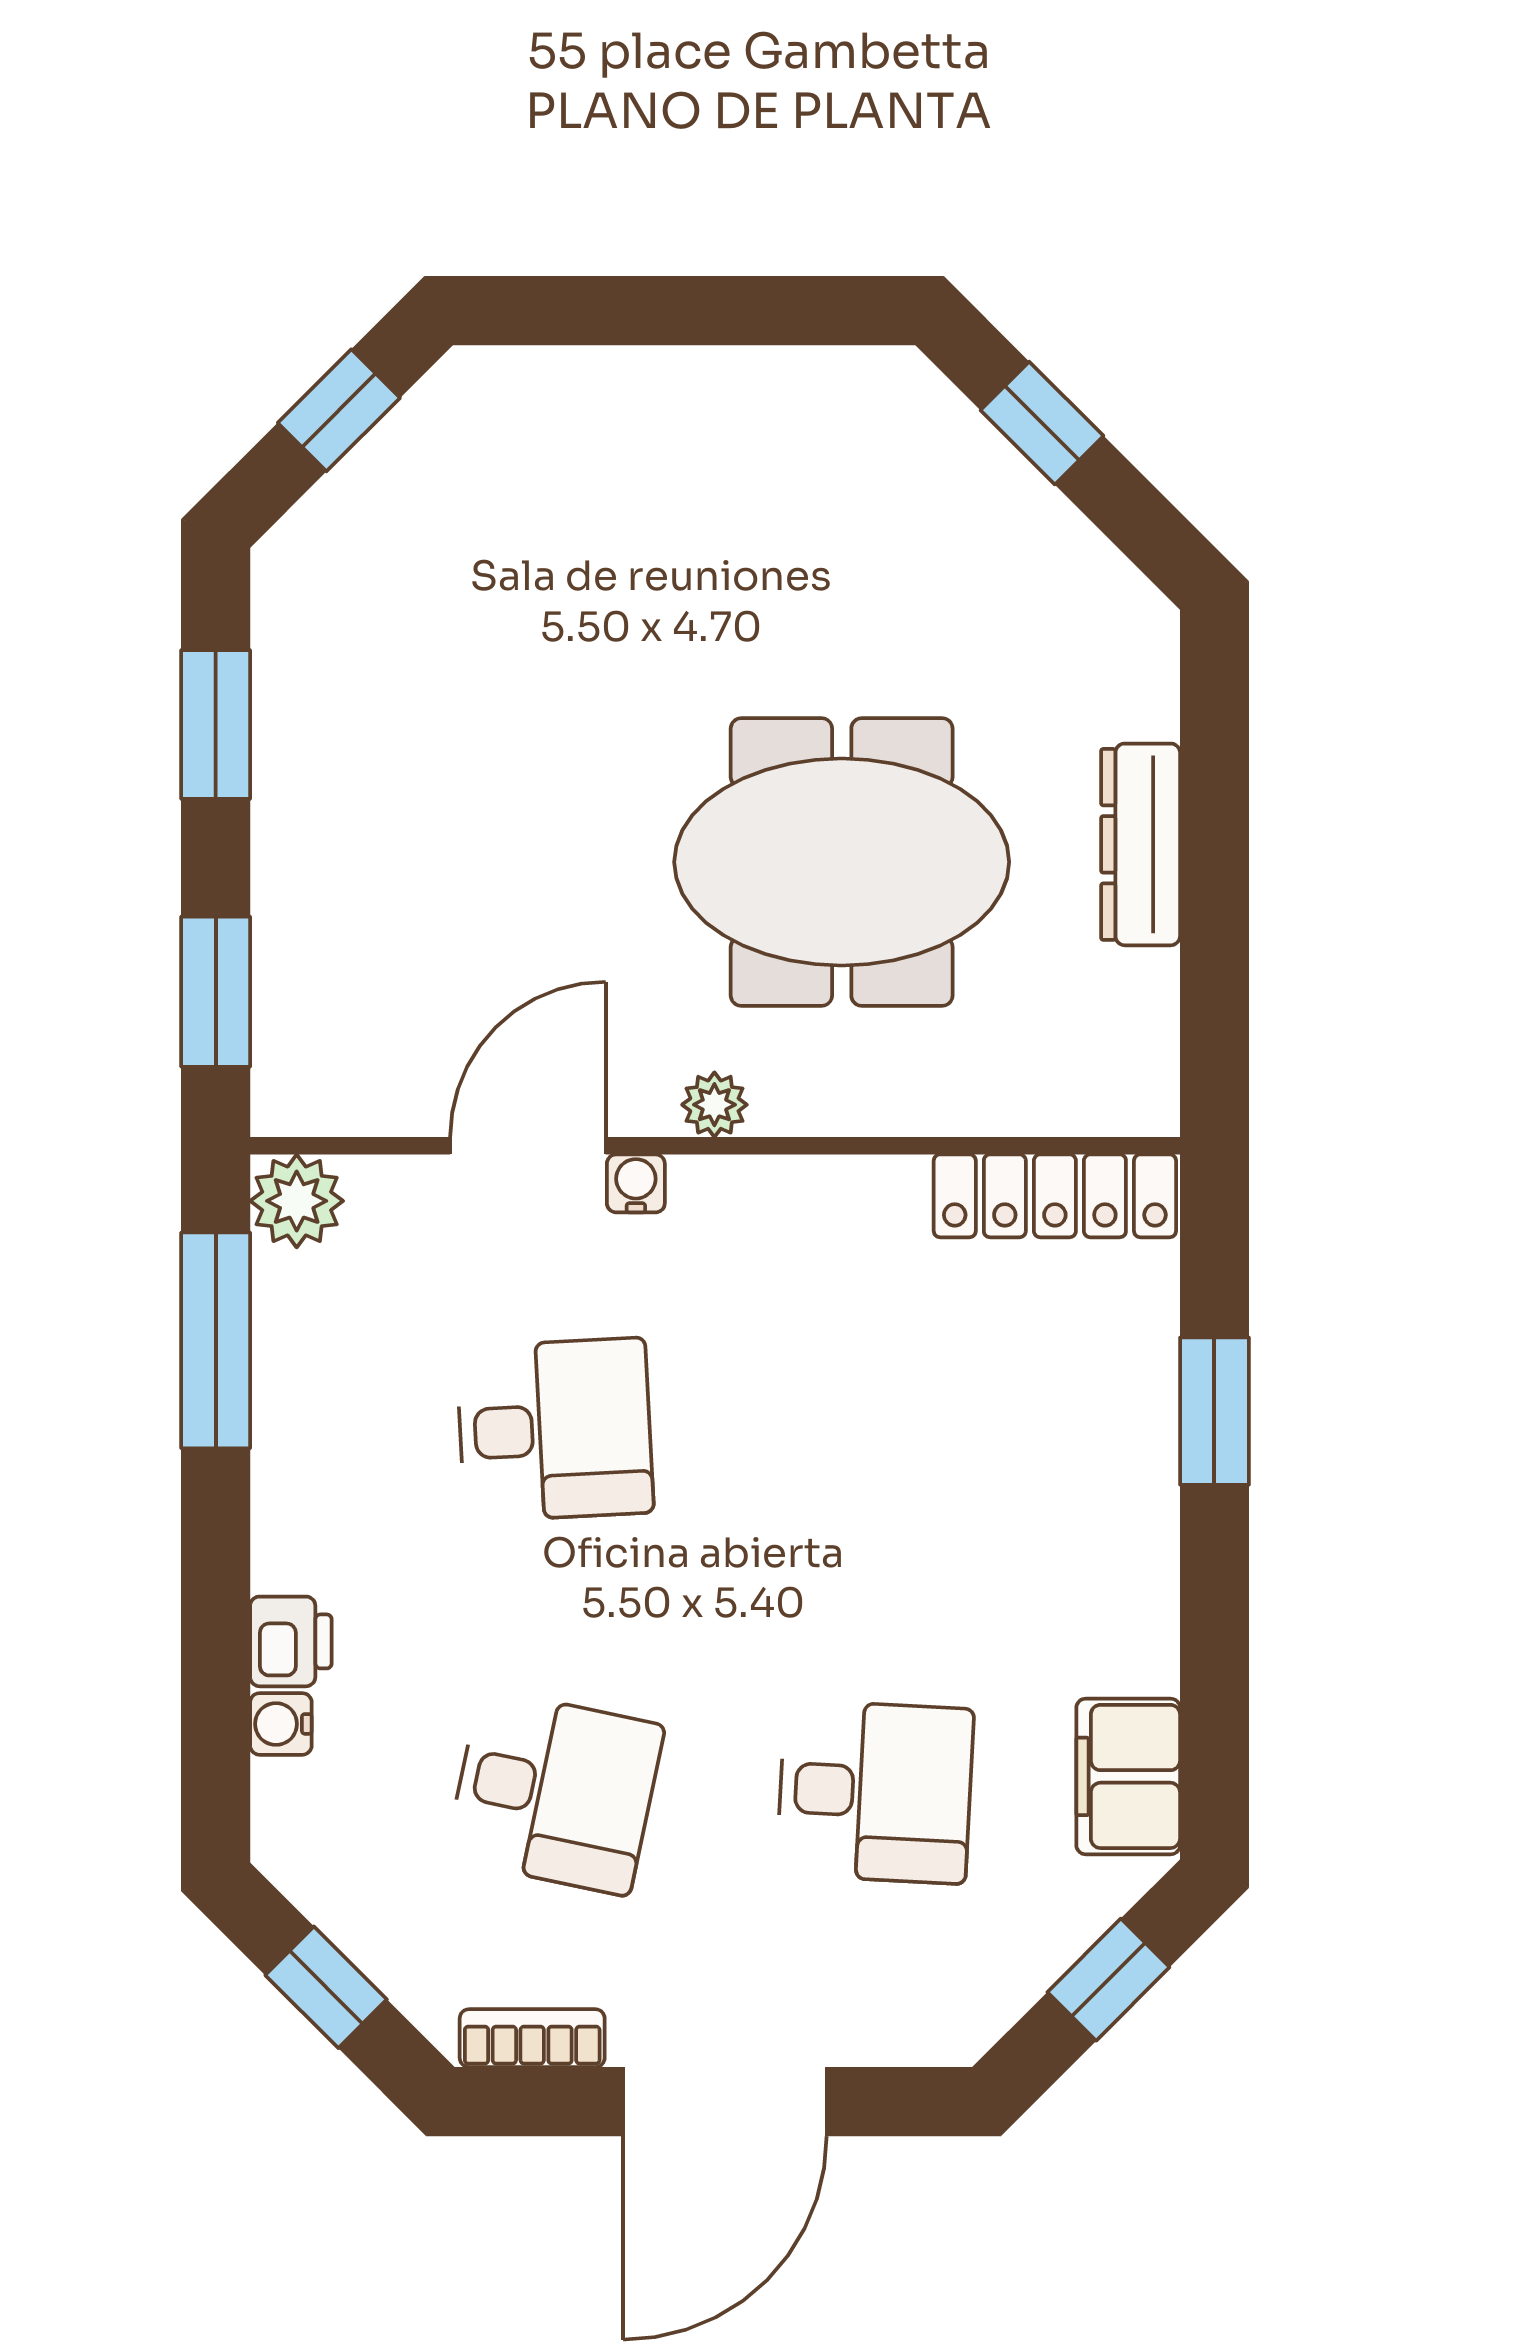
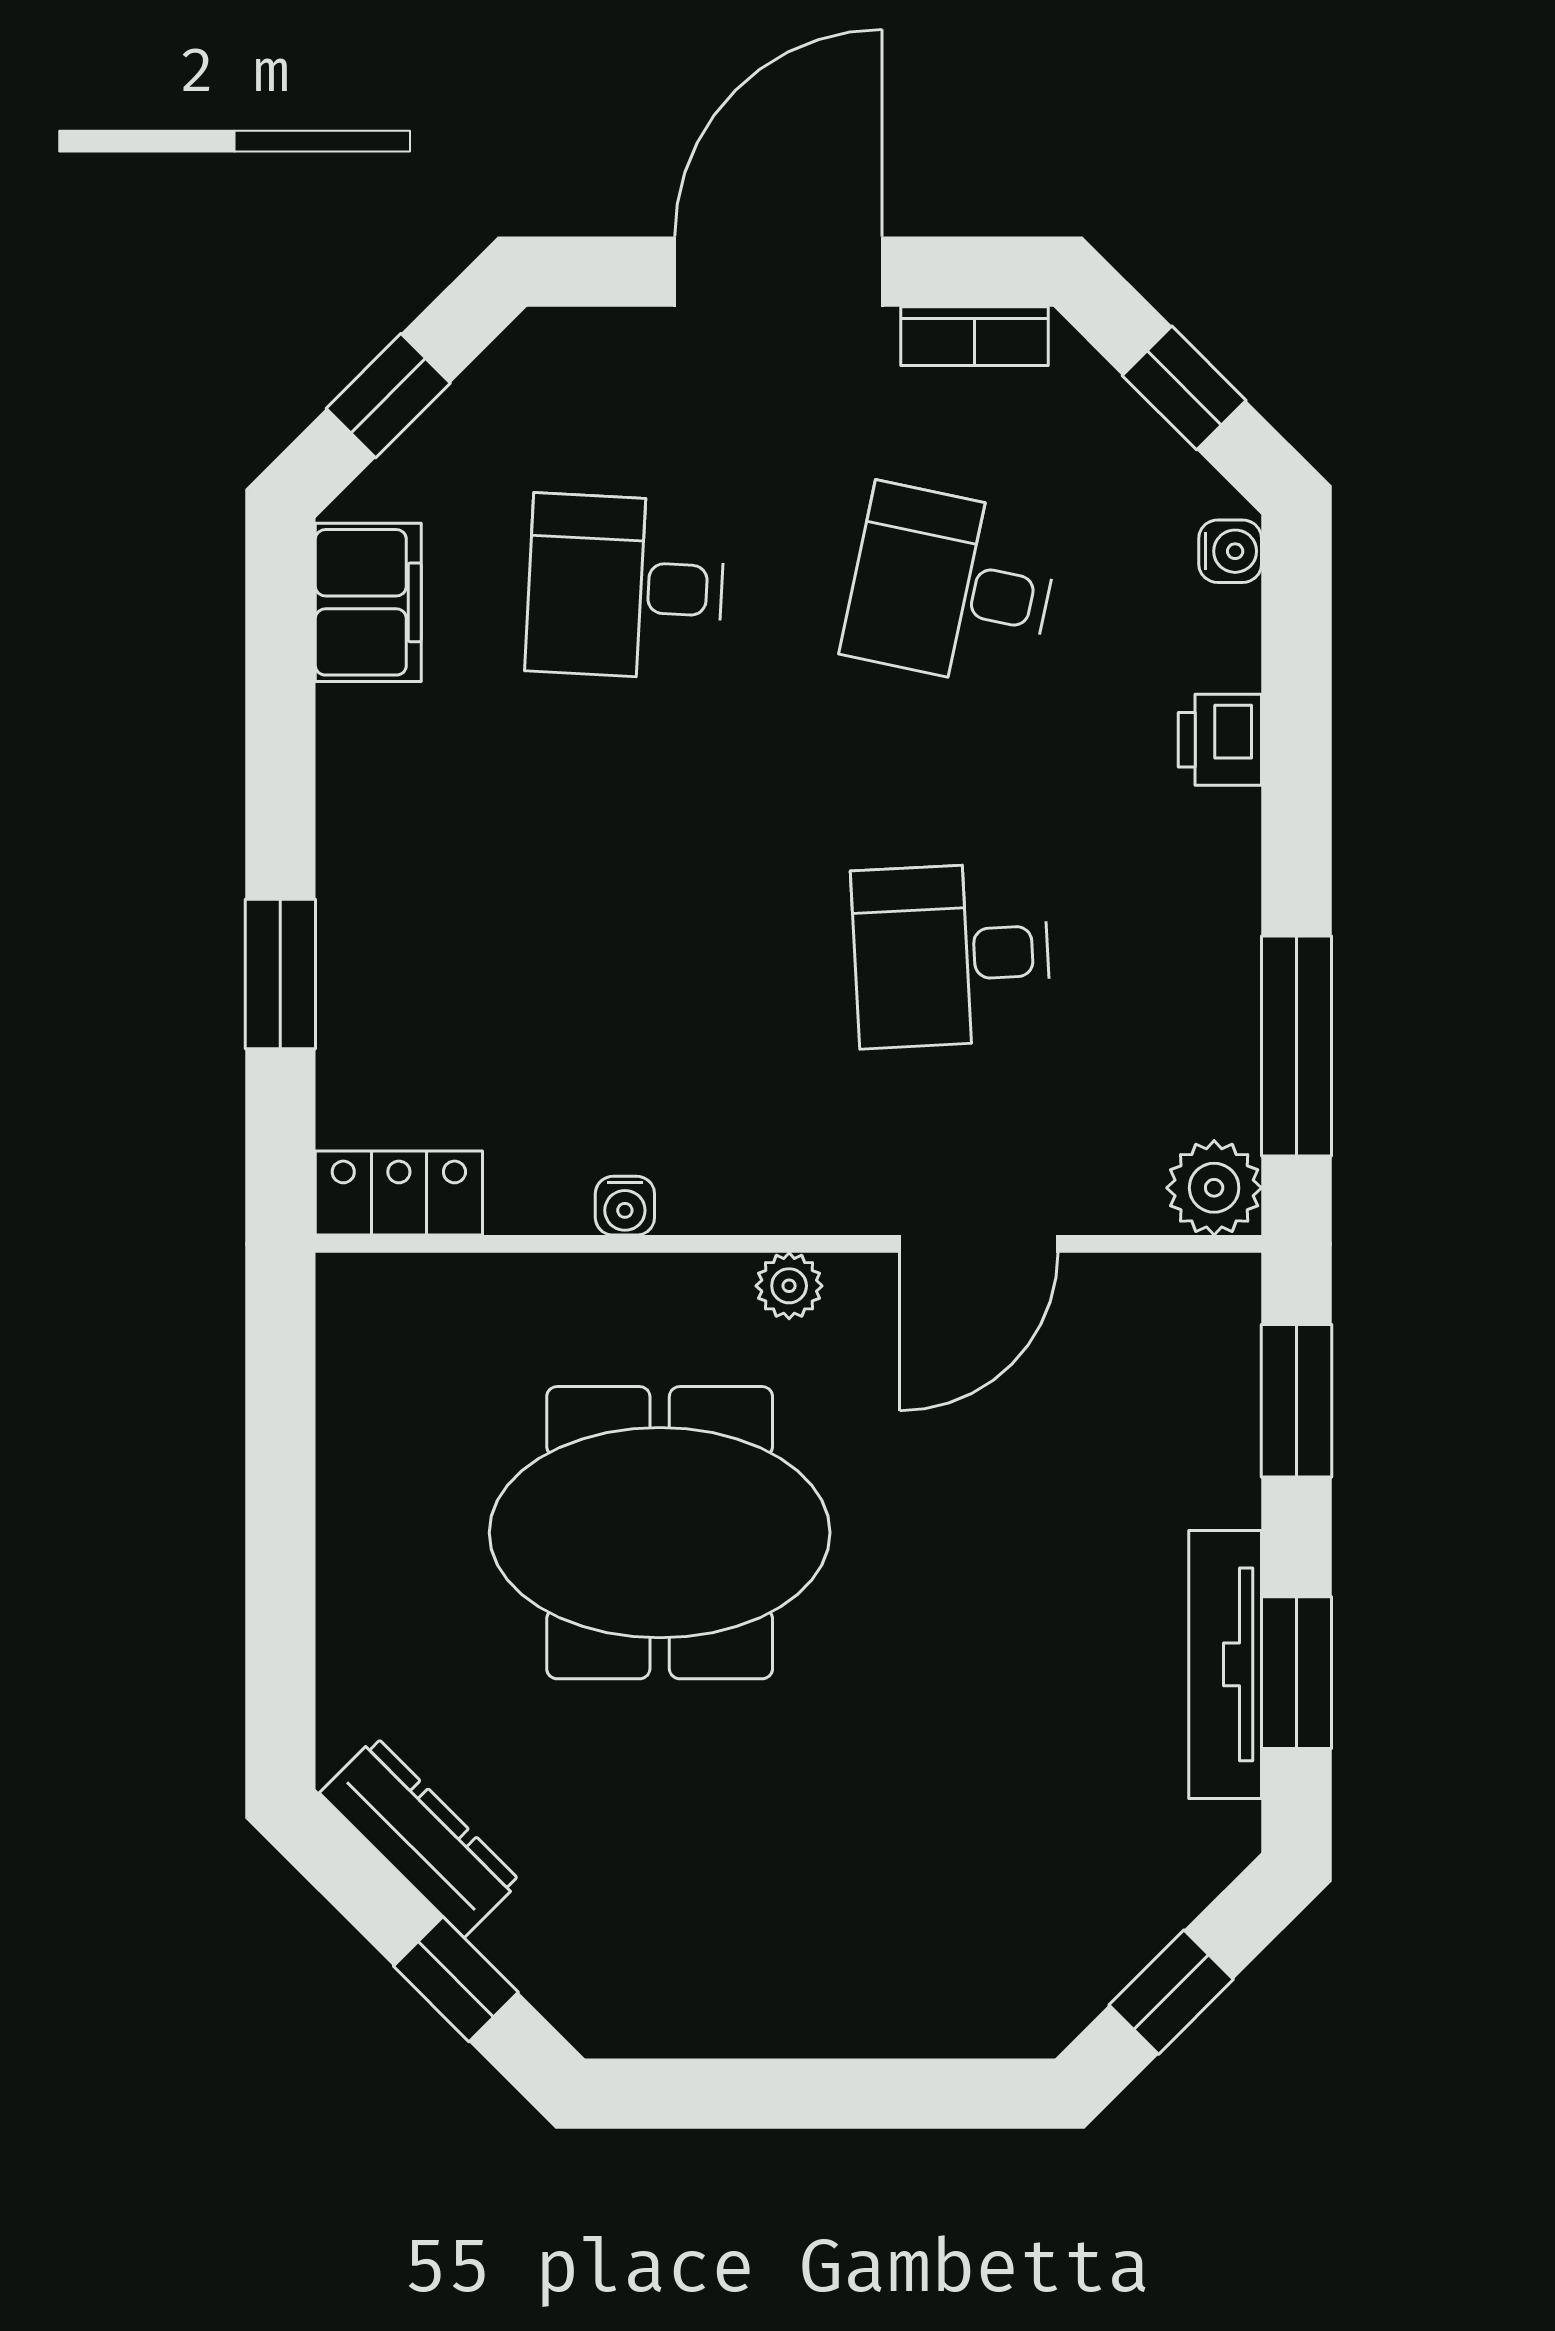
tv unit: (286, 732) -> (1225, 1664), added
dresser: (1141, 844) -> (420, 1837), moved, turned -45
water cooler: (636, 1183) -> (625, 1206), moved
locker: (1055, 1196) -> (399, 1193), width x0.66
water cooler: (281, 1724) -> (1230, 551), moved

